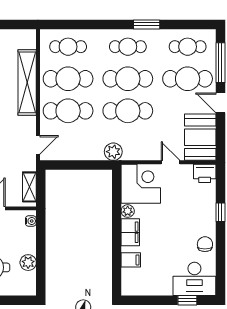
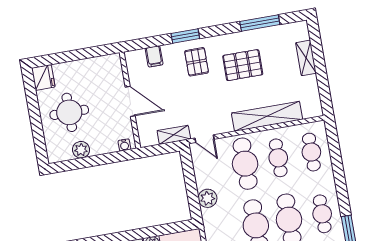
cafe table: (68, 79) -> (278, 158), width x0.73, depth x0.74
plant: (113, 152) -> (208, 198), moved
shelving: (29, 187) -> (174, 135), moved

